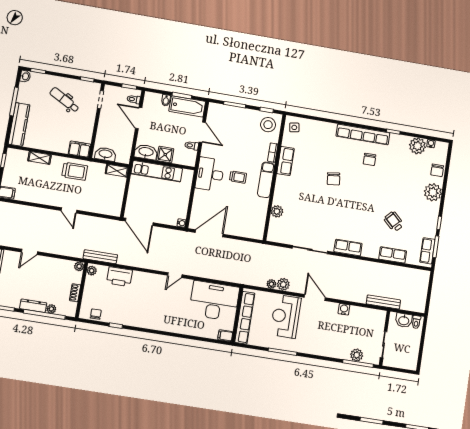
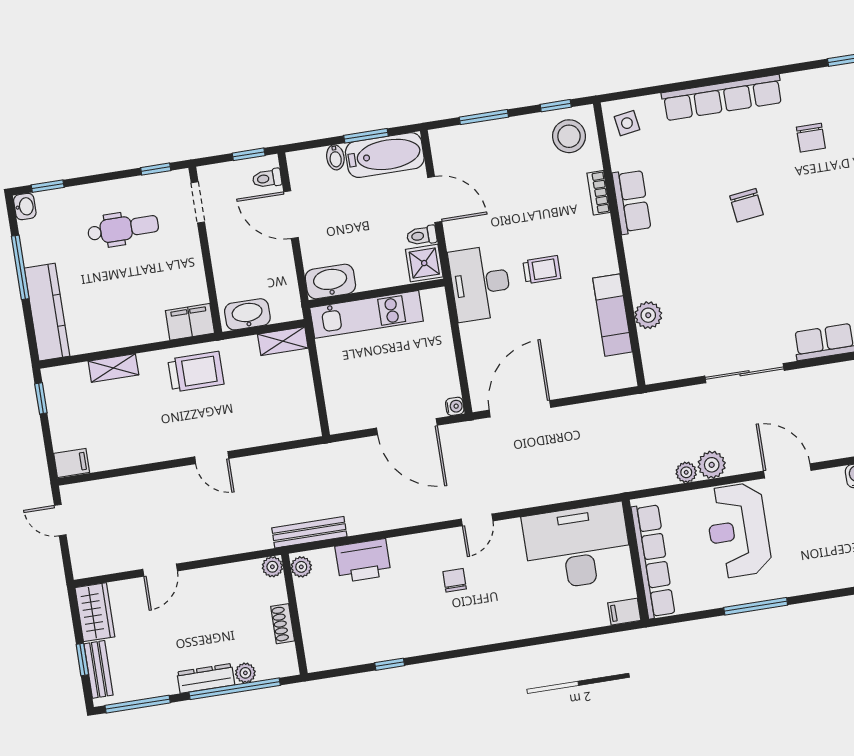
dental chair: (64, 100) -> (123, 229), turned 151
row of seats: (363, 134) -> (722, 98), moved
shower: (165, 155) -> (424, 263), moved
exam couch: (266, 180) -> (612, 315), moved
door: (139, 222) -> (407, 427), moved
chair: (96, 314) -> (455, 580), moved

